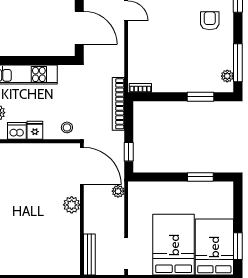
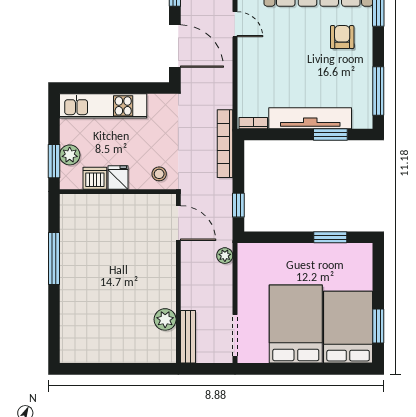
plant: (227, 76) -> (365, 108), removed
tv unit: (185, 84) -> (310, 118), added
door: (82, 166) -> (178, 223), width x0.73
plant: (72, 205) -> (165, 319), moved

